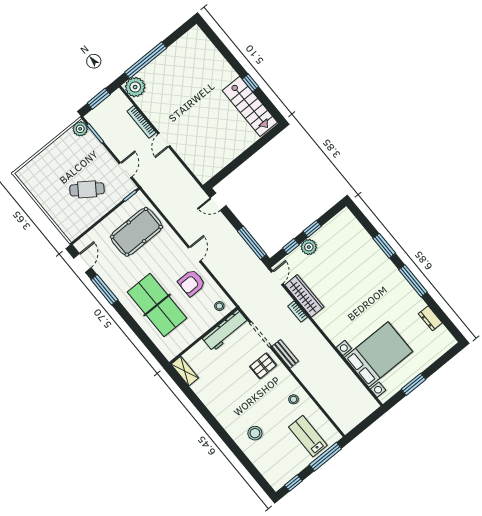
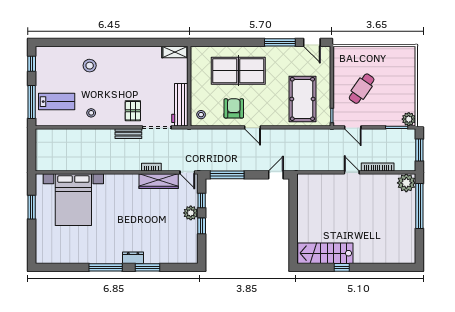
dresser: (430, 318) -> (133, 258), moved

